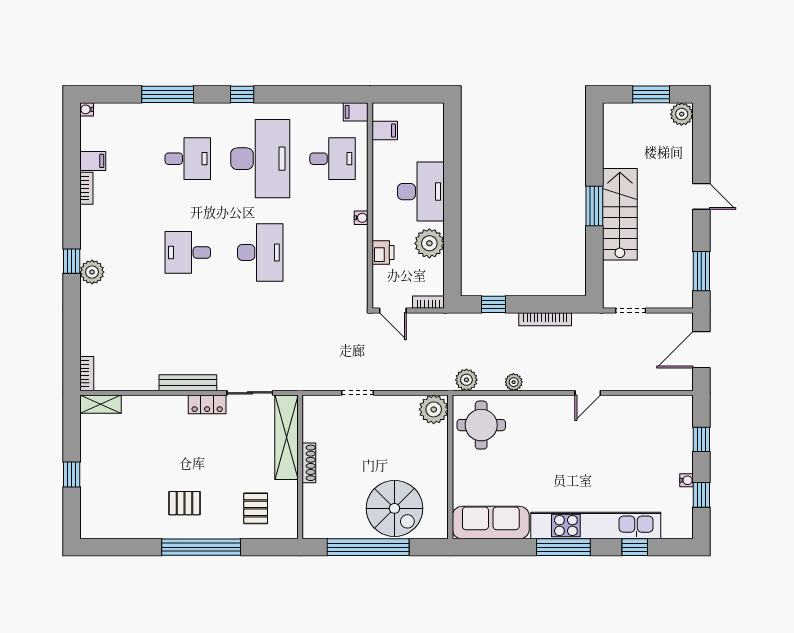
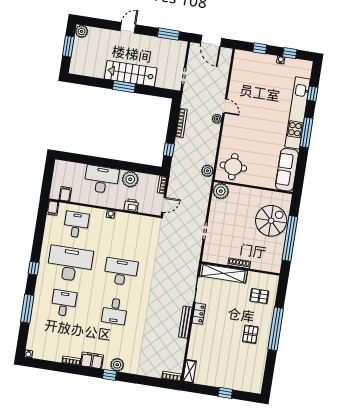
filing cabinet: (93, 161) -> (92, 360), moved, width x2.00
plant: (514, 382) -> (217, 119), moved

